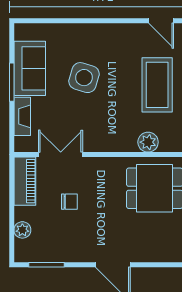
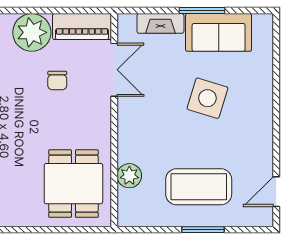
plant: (22, 230) -> (32, 32), width x1.87, depth x1.87

